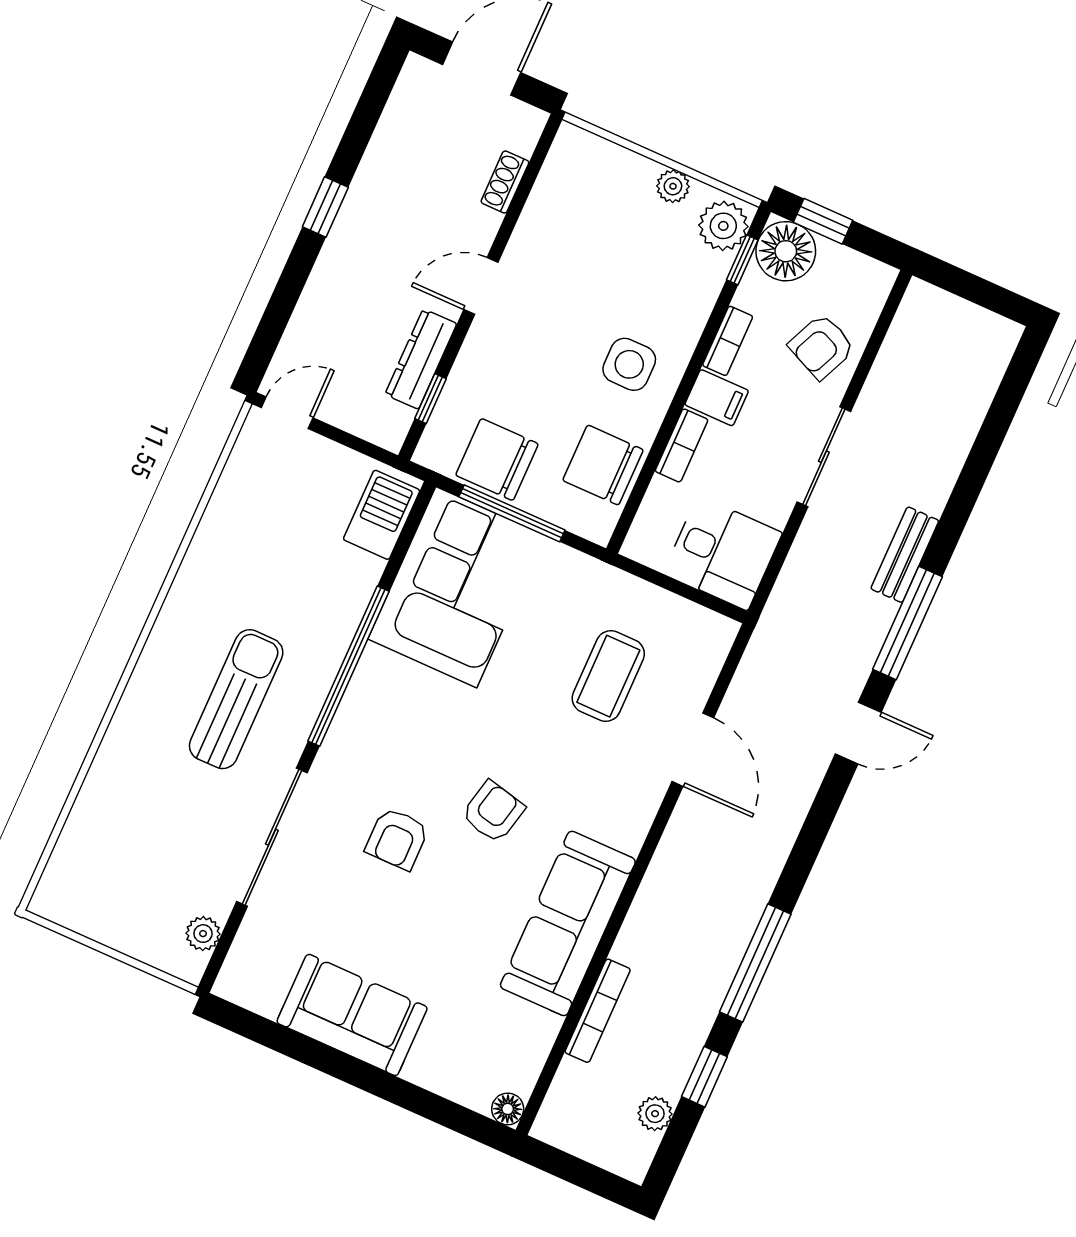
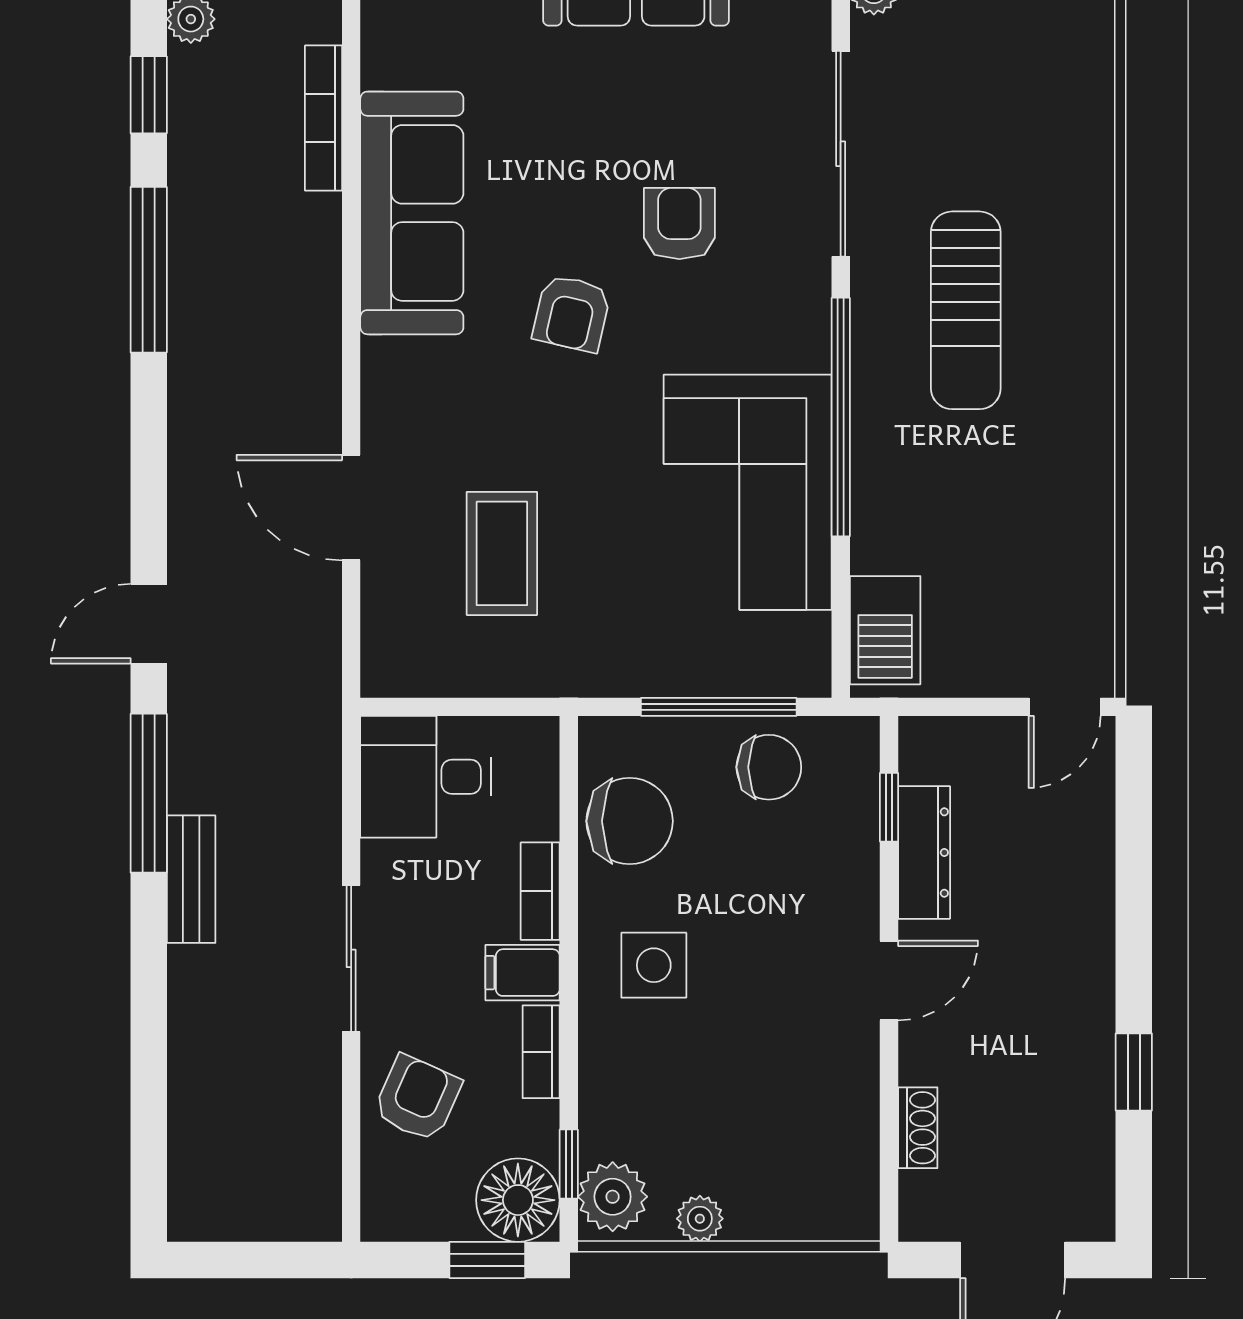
window: (325, 207) -> (1134, 1072), moved
chair: (497, 460) -> (769, 767), width x0.73, depth x0.73
corner sofa: (456, 587) -> (748, 492), moved

